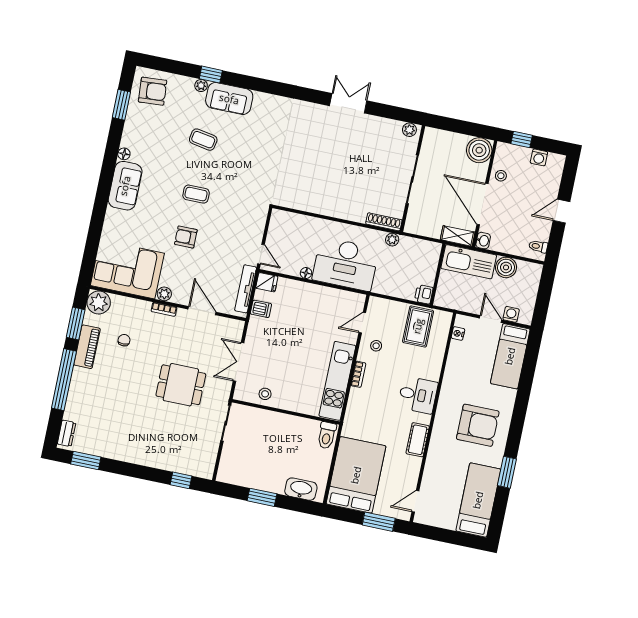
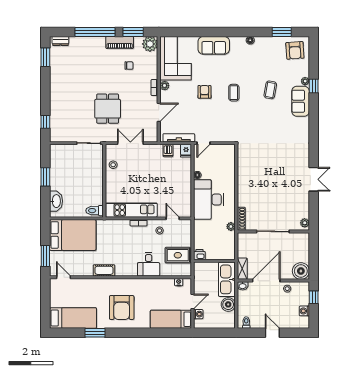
sofa: (125, 186) -> (214, 45), moved
desk: (418, 395) -> (149, 264), moved

